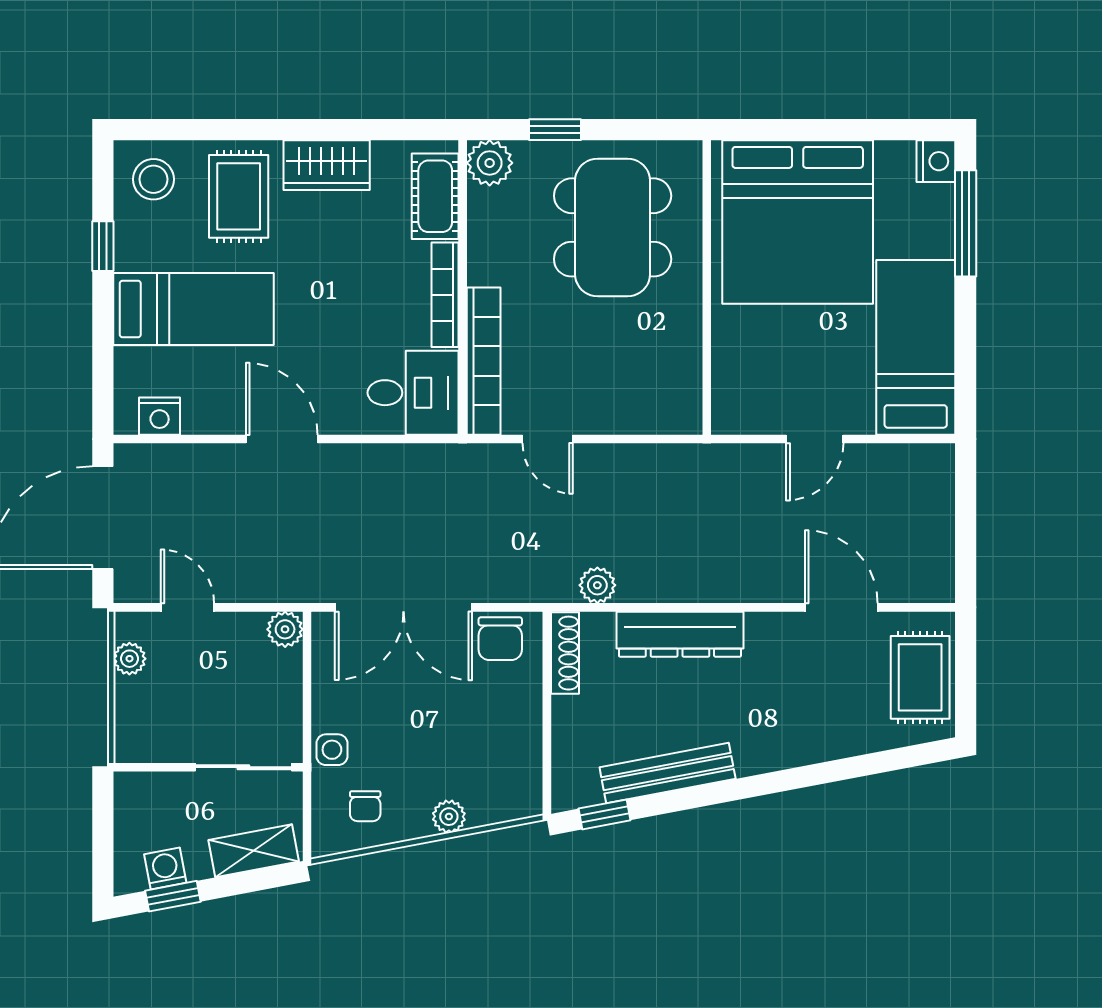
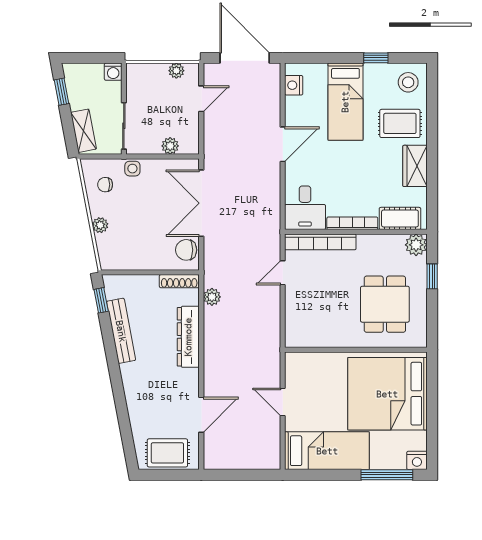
dining table: (613, 227) -> (385, 304), width x0.73
plant: (285, 629) -> (170, 146), moved
washing machine: (165, 869) -> (113, 72), moved, turned 101

